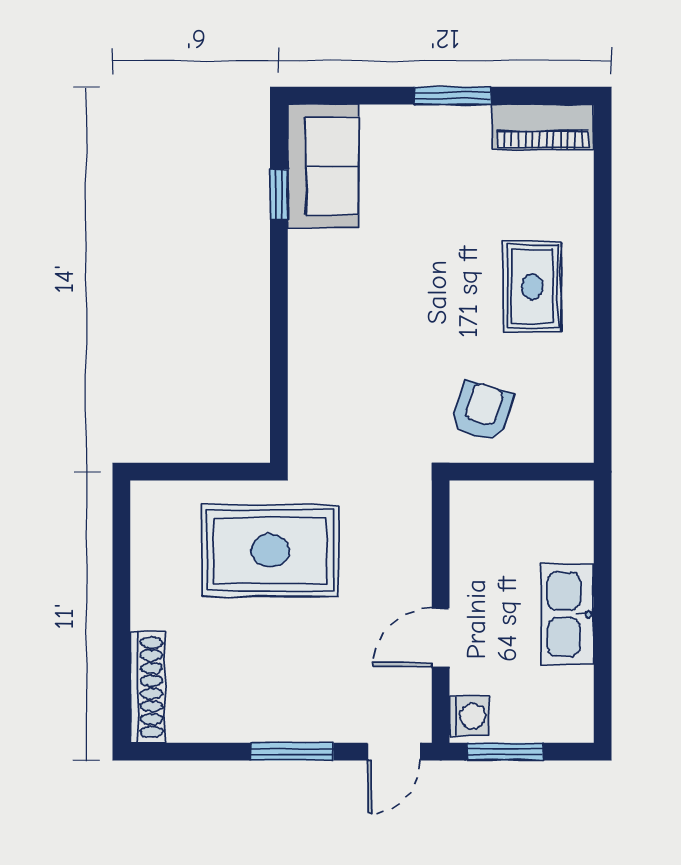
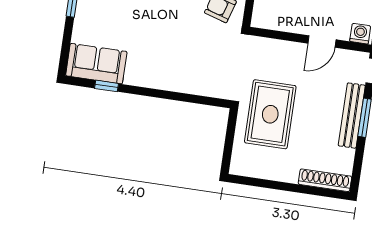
door: (441, 638) -> (322, 42), hinge flipped
bench: (293, 724) -> (352, 116), added

